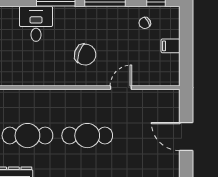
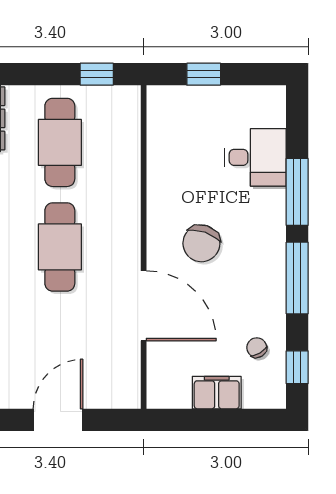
filing cabinet: (170, 46) -> (217, 393), width x2.00
door: (121, 88) -> (144, 306), width x1.87

